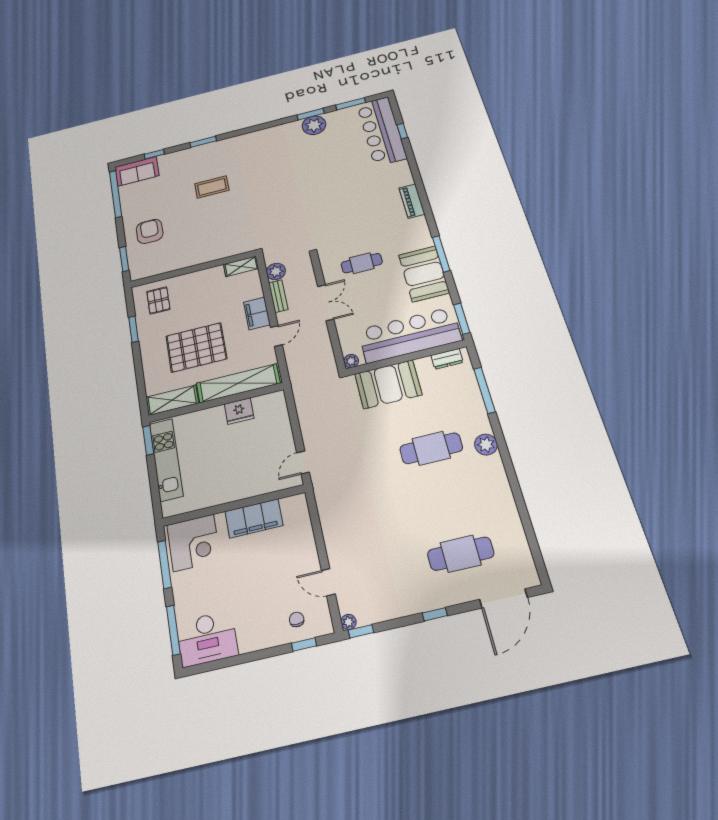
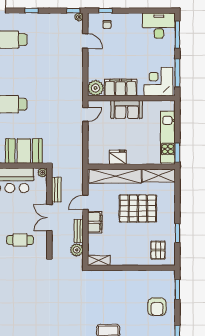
bench: (324, 343) -> (56, 190), added
sofa: (238, 486) -> (127, 109), added
plant: (295, 508) -> (96, 88), added

